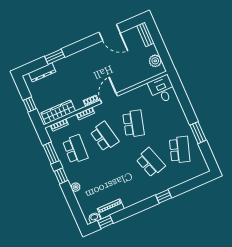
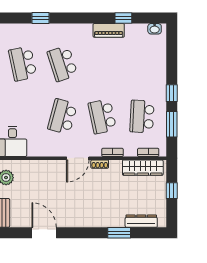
school desk: (180, 150) -> (23, 64), turned -30
plant: (76, 187) -> (161, 73), removed
window: (164, 196) -> (41, 18), moved
piano: (111, 209) -> (109, 30), moved
window: (105, 222) -> (123, 18), moved

